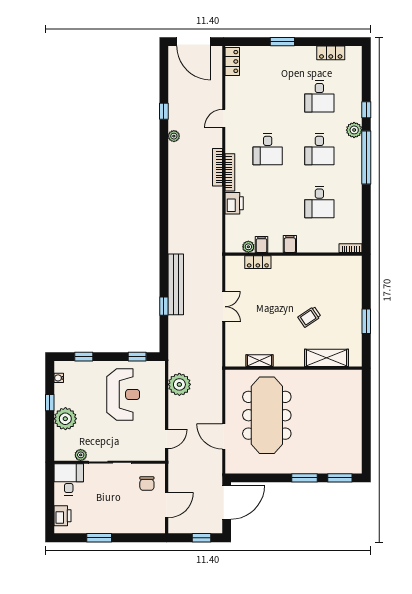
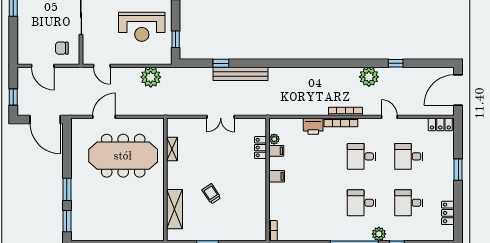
plant: (174, 136) -> (369, 77), width x1.87, depth x1.87
desk: (319, 202) -> (409, 156), moved

